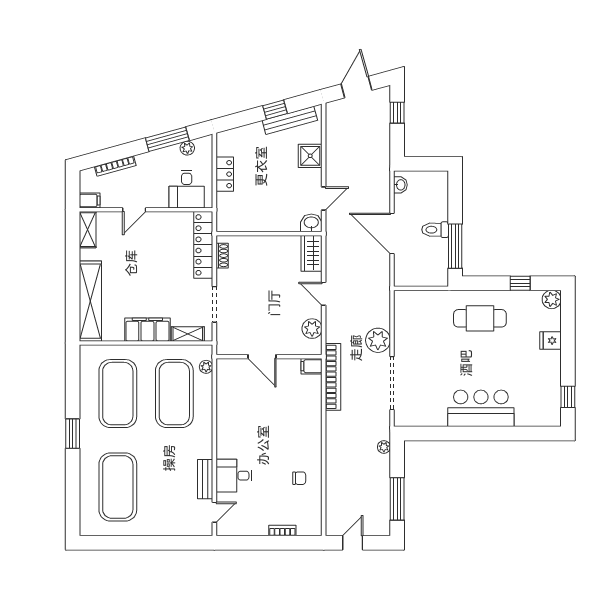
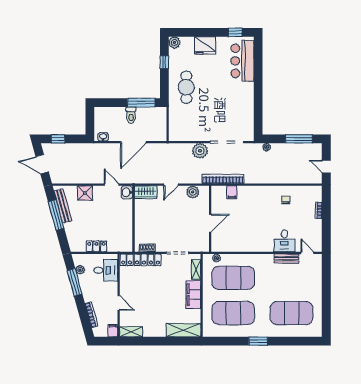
window: (275, 110) -> (56, 215), width x2.17
shelving: (90, 301) -> (184, 330), width x0.68
fridge: (550, 341) -> (205, 45), width x1.88, depth x1.34
filing cabinet: (311, 366) -> (232, 192), moved
bar counter: (481, 408) -> (242, 61), moved

